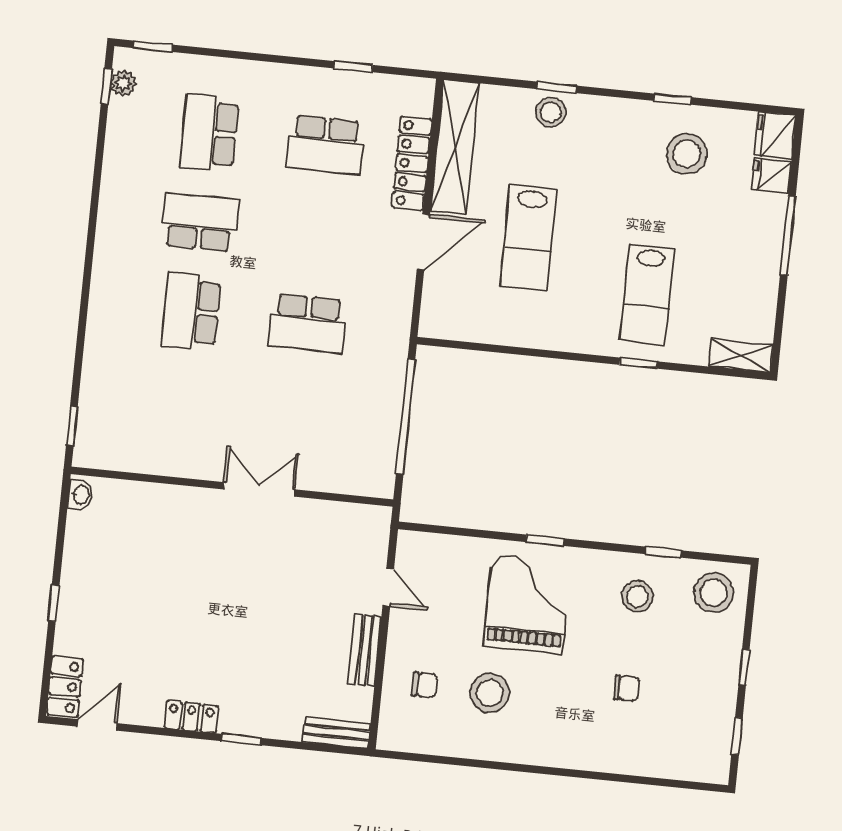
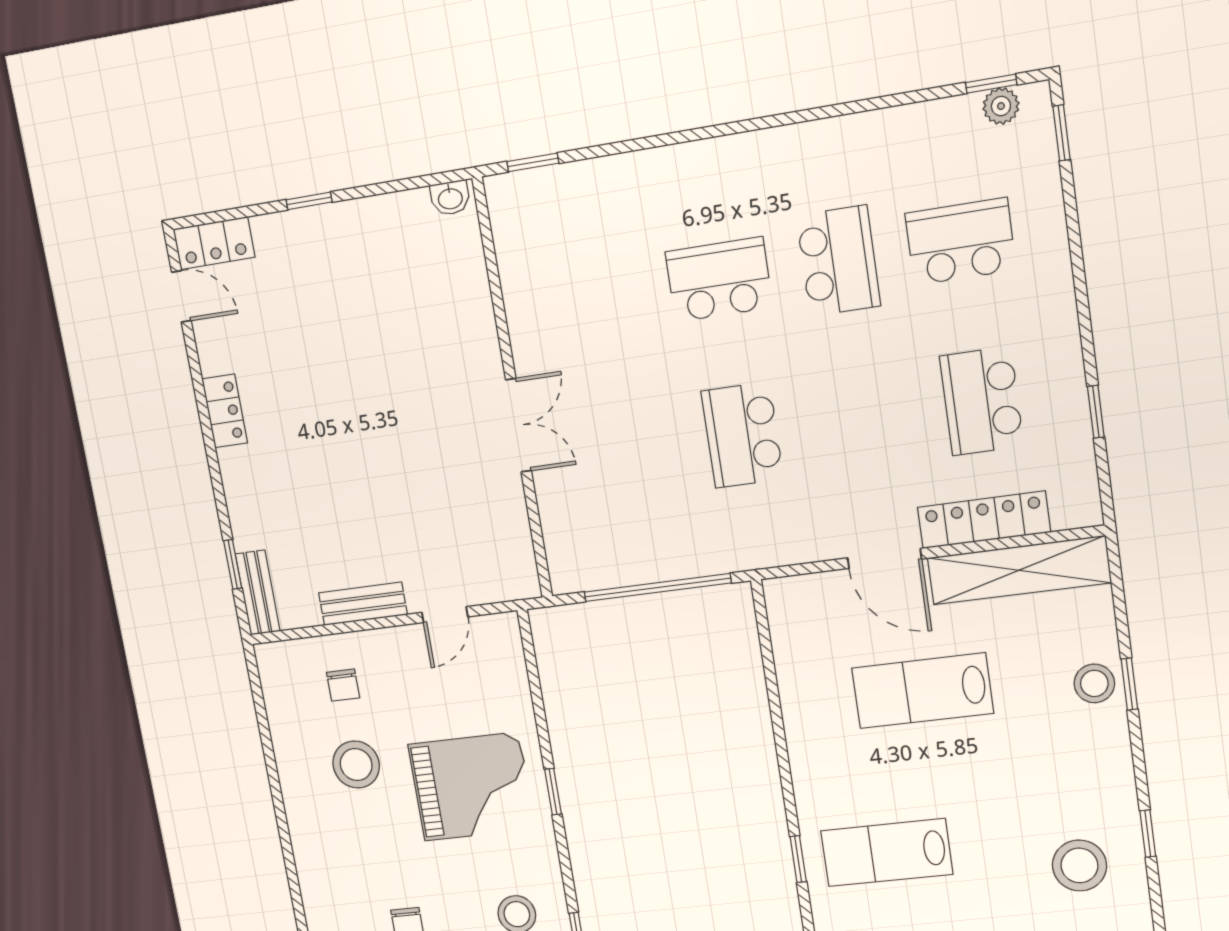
window: (241, 740) -> (233, 564), moved

